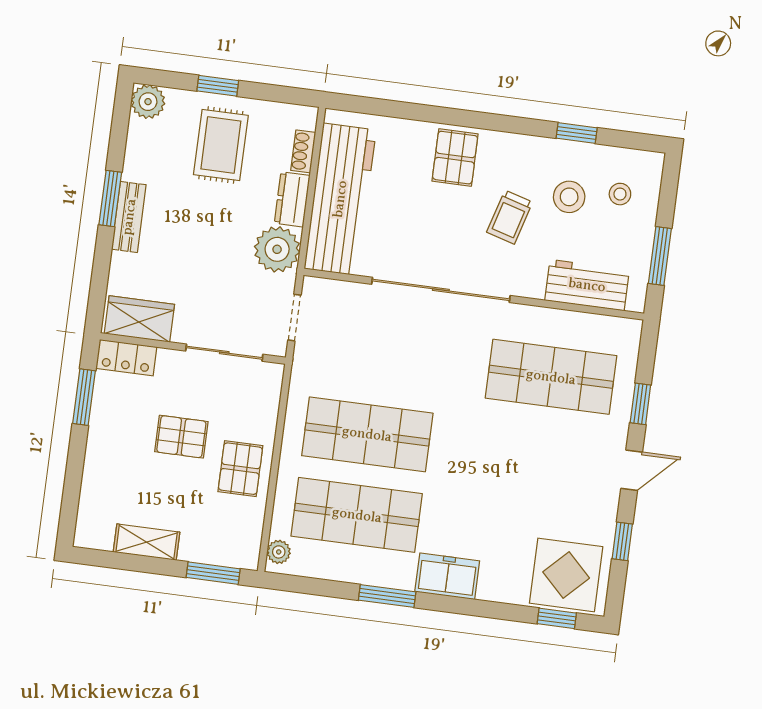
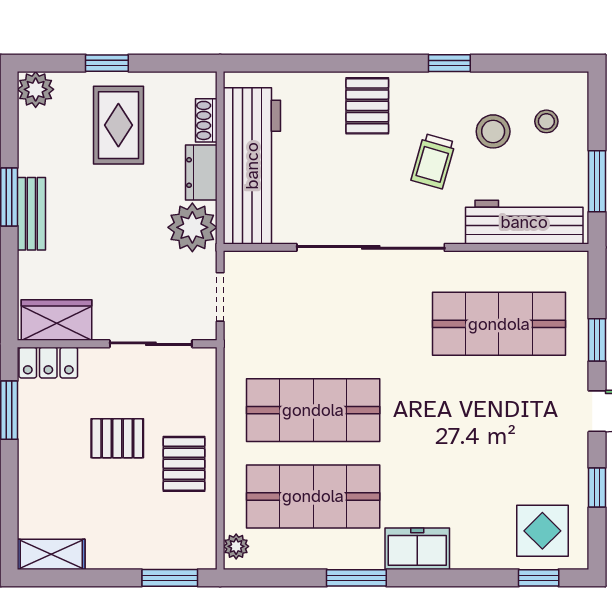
window: (577, 133) -> (449, 63), moved
workbench: (587, 285) -> (524, 222), width x1.38
shelving: (147, 542) -> (51, 554), moved
display table: (566, 575) -> (542, 531), width x0.73, depth x0.73

